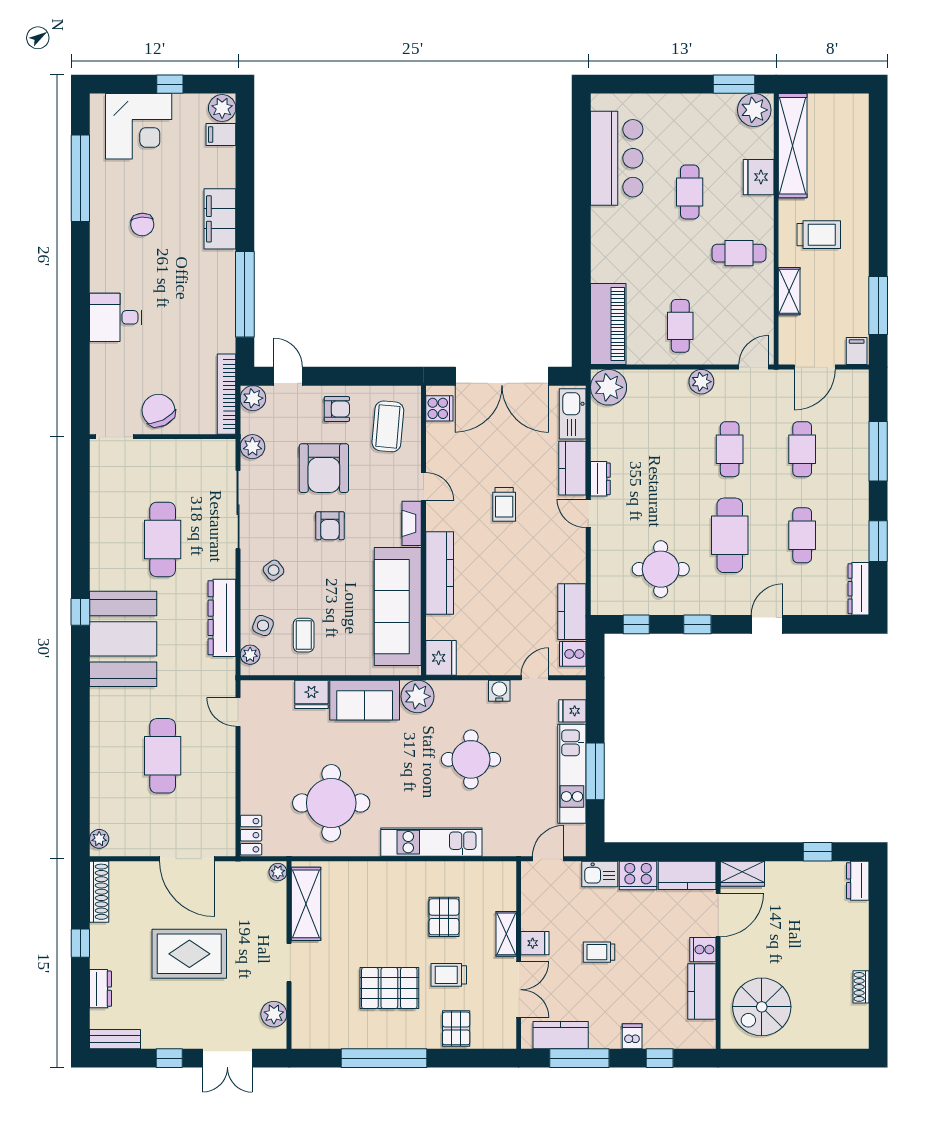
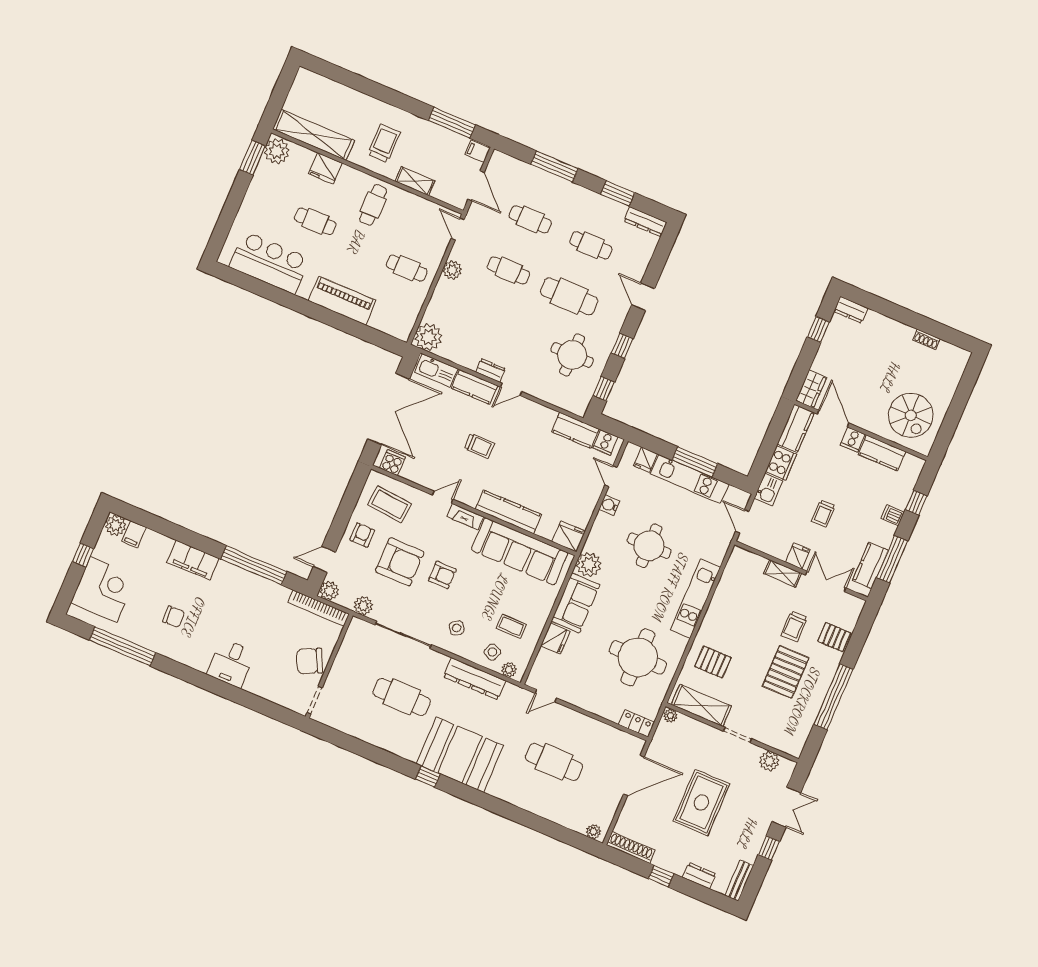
piano: (608, 324) -> (342, 301), moved
pallet: (444, 917) -> (713, 662), moved

